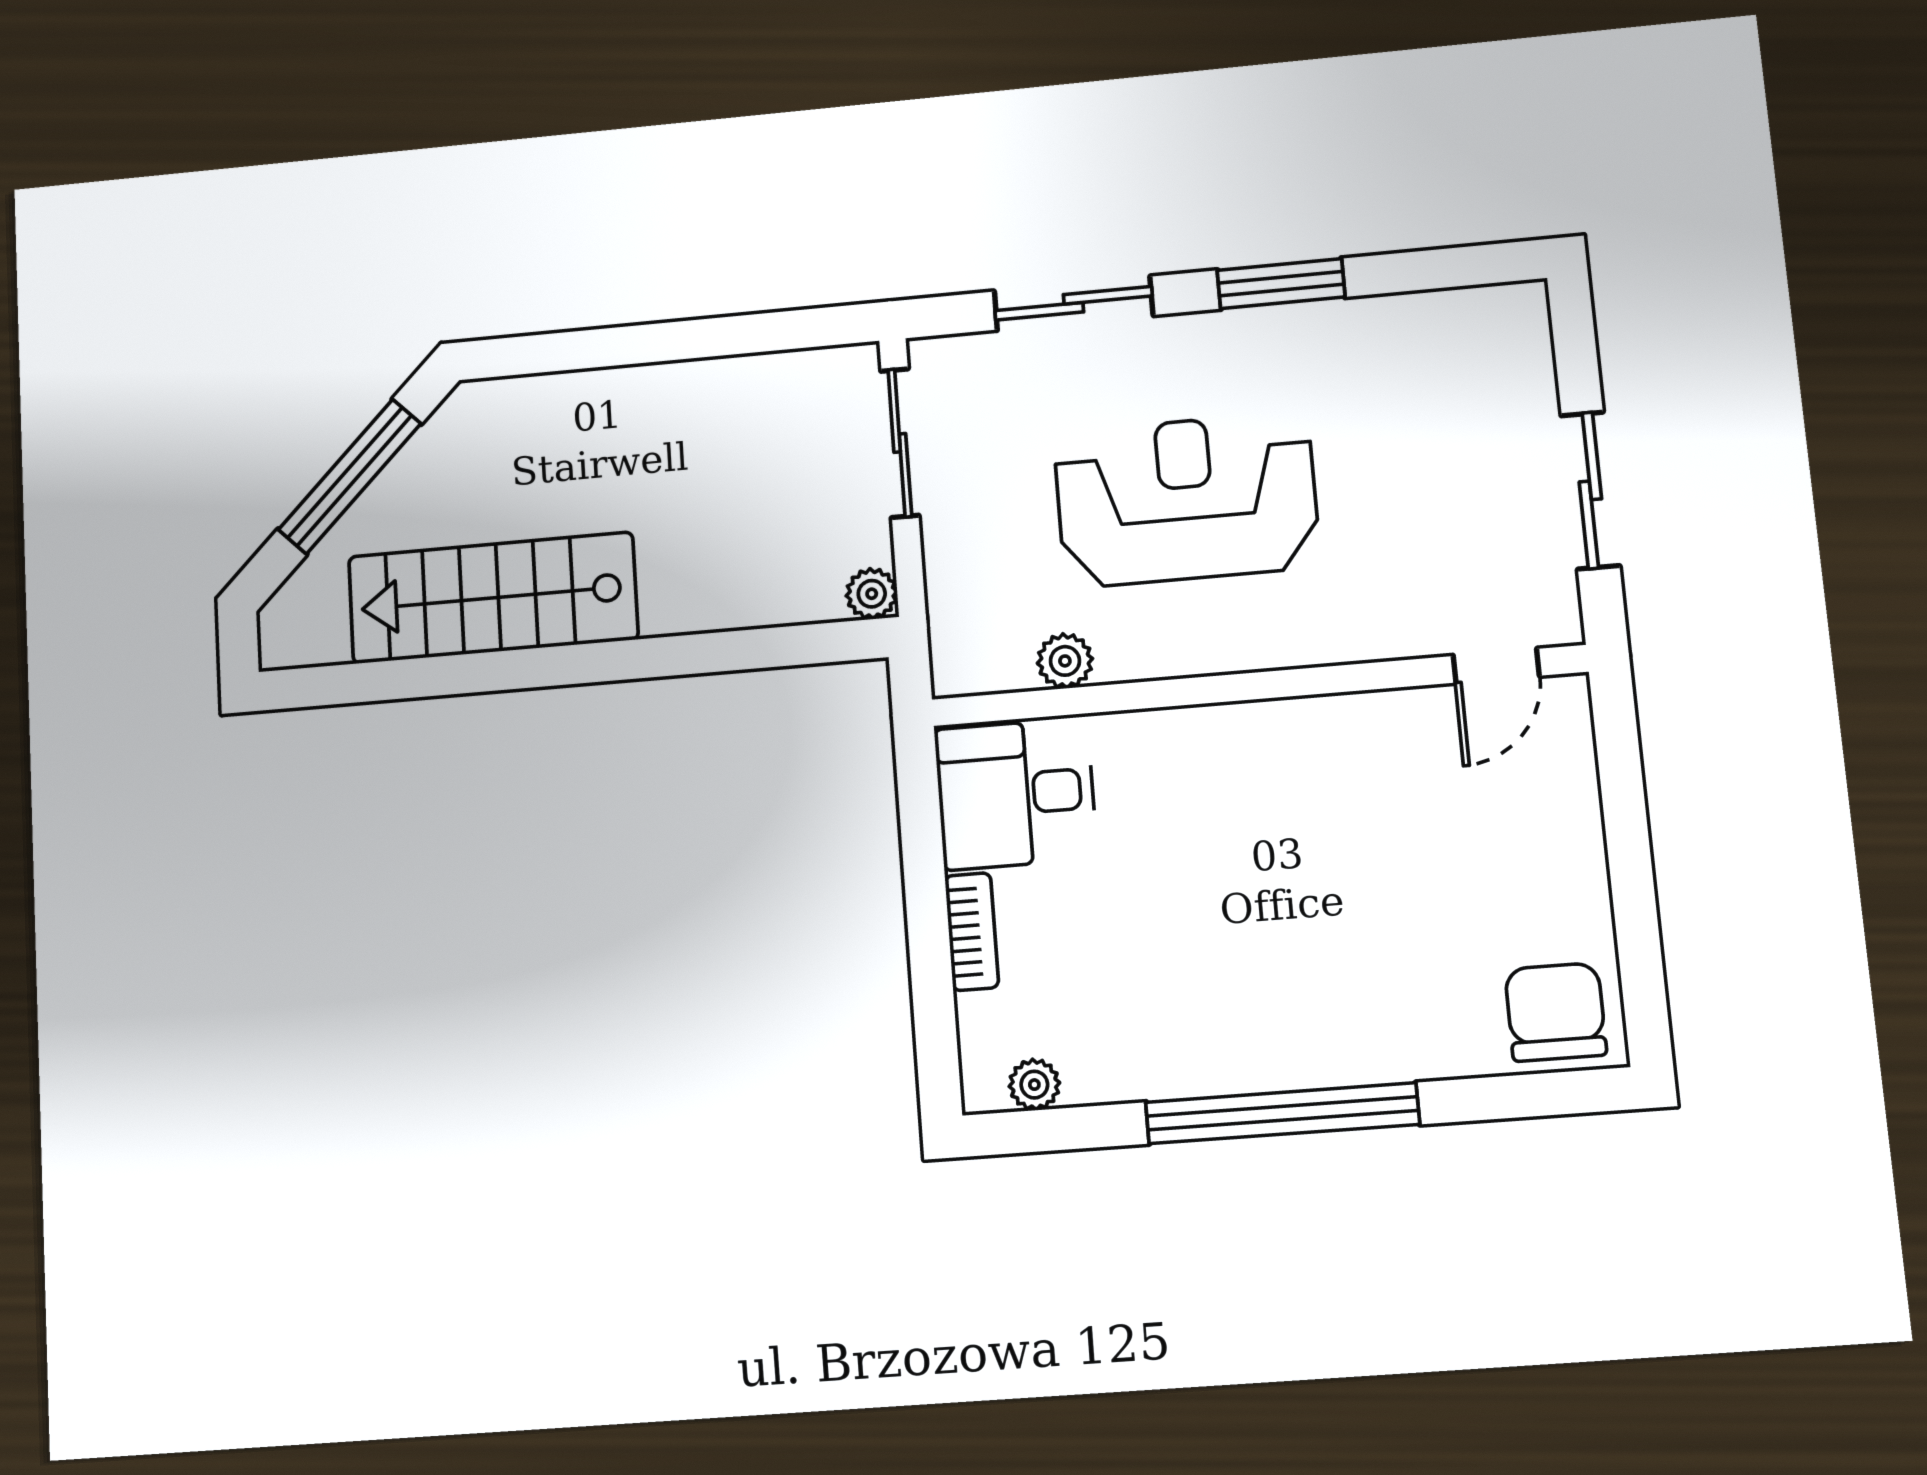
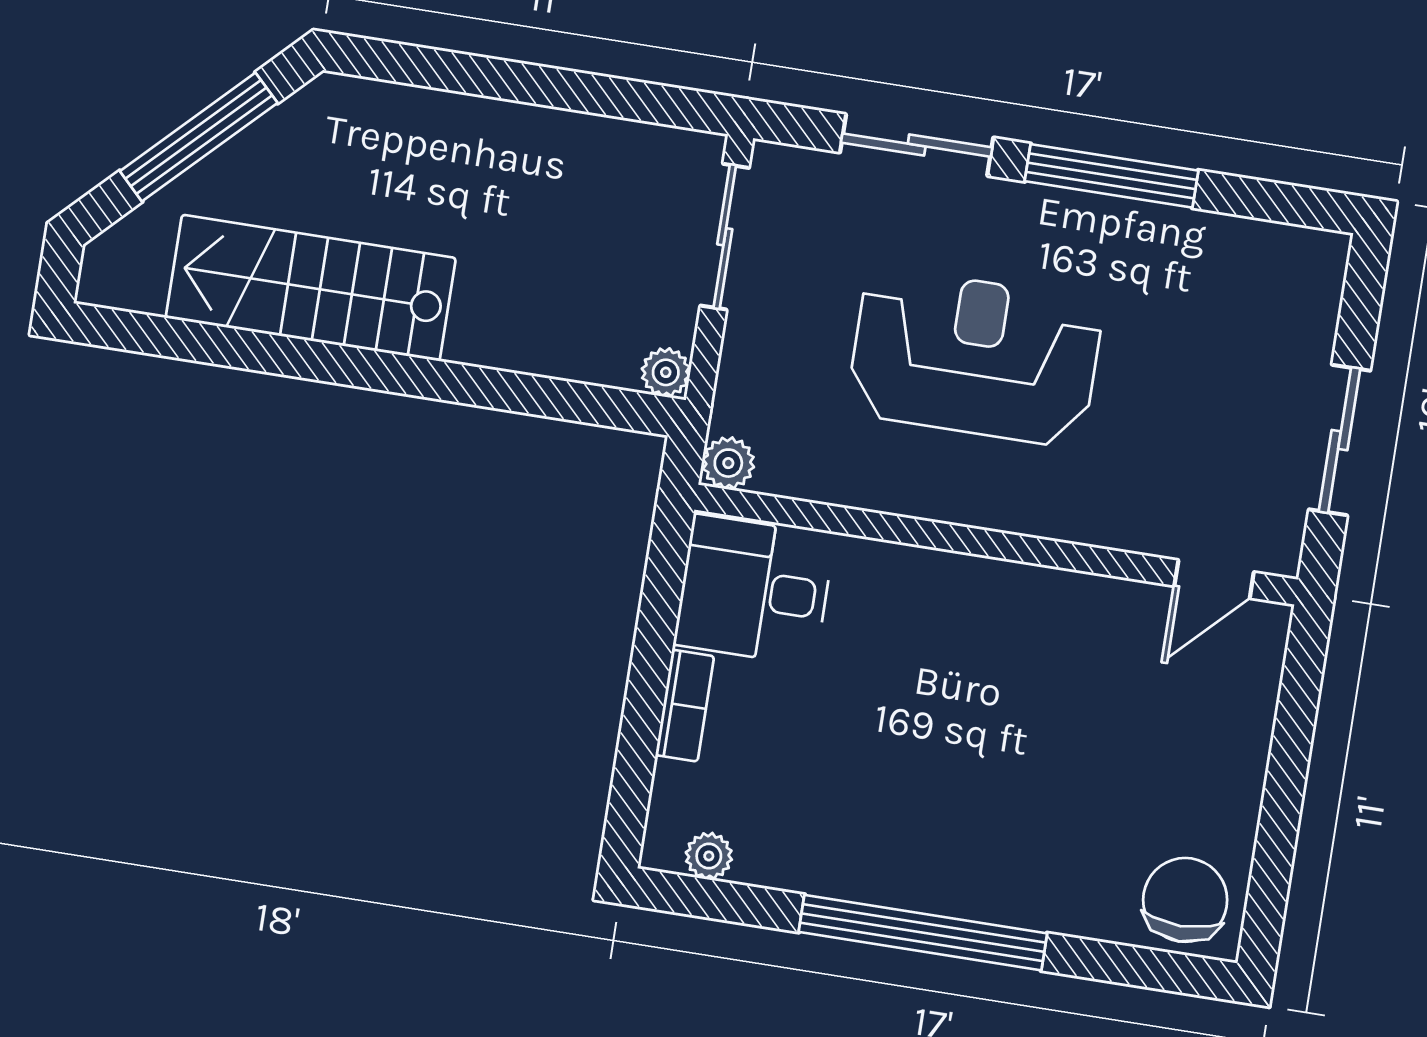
window: (1281, 284) -> (1111, 176), width x1.44
plant: (1065, 661) -> (728, 463), moved

